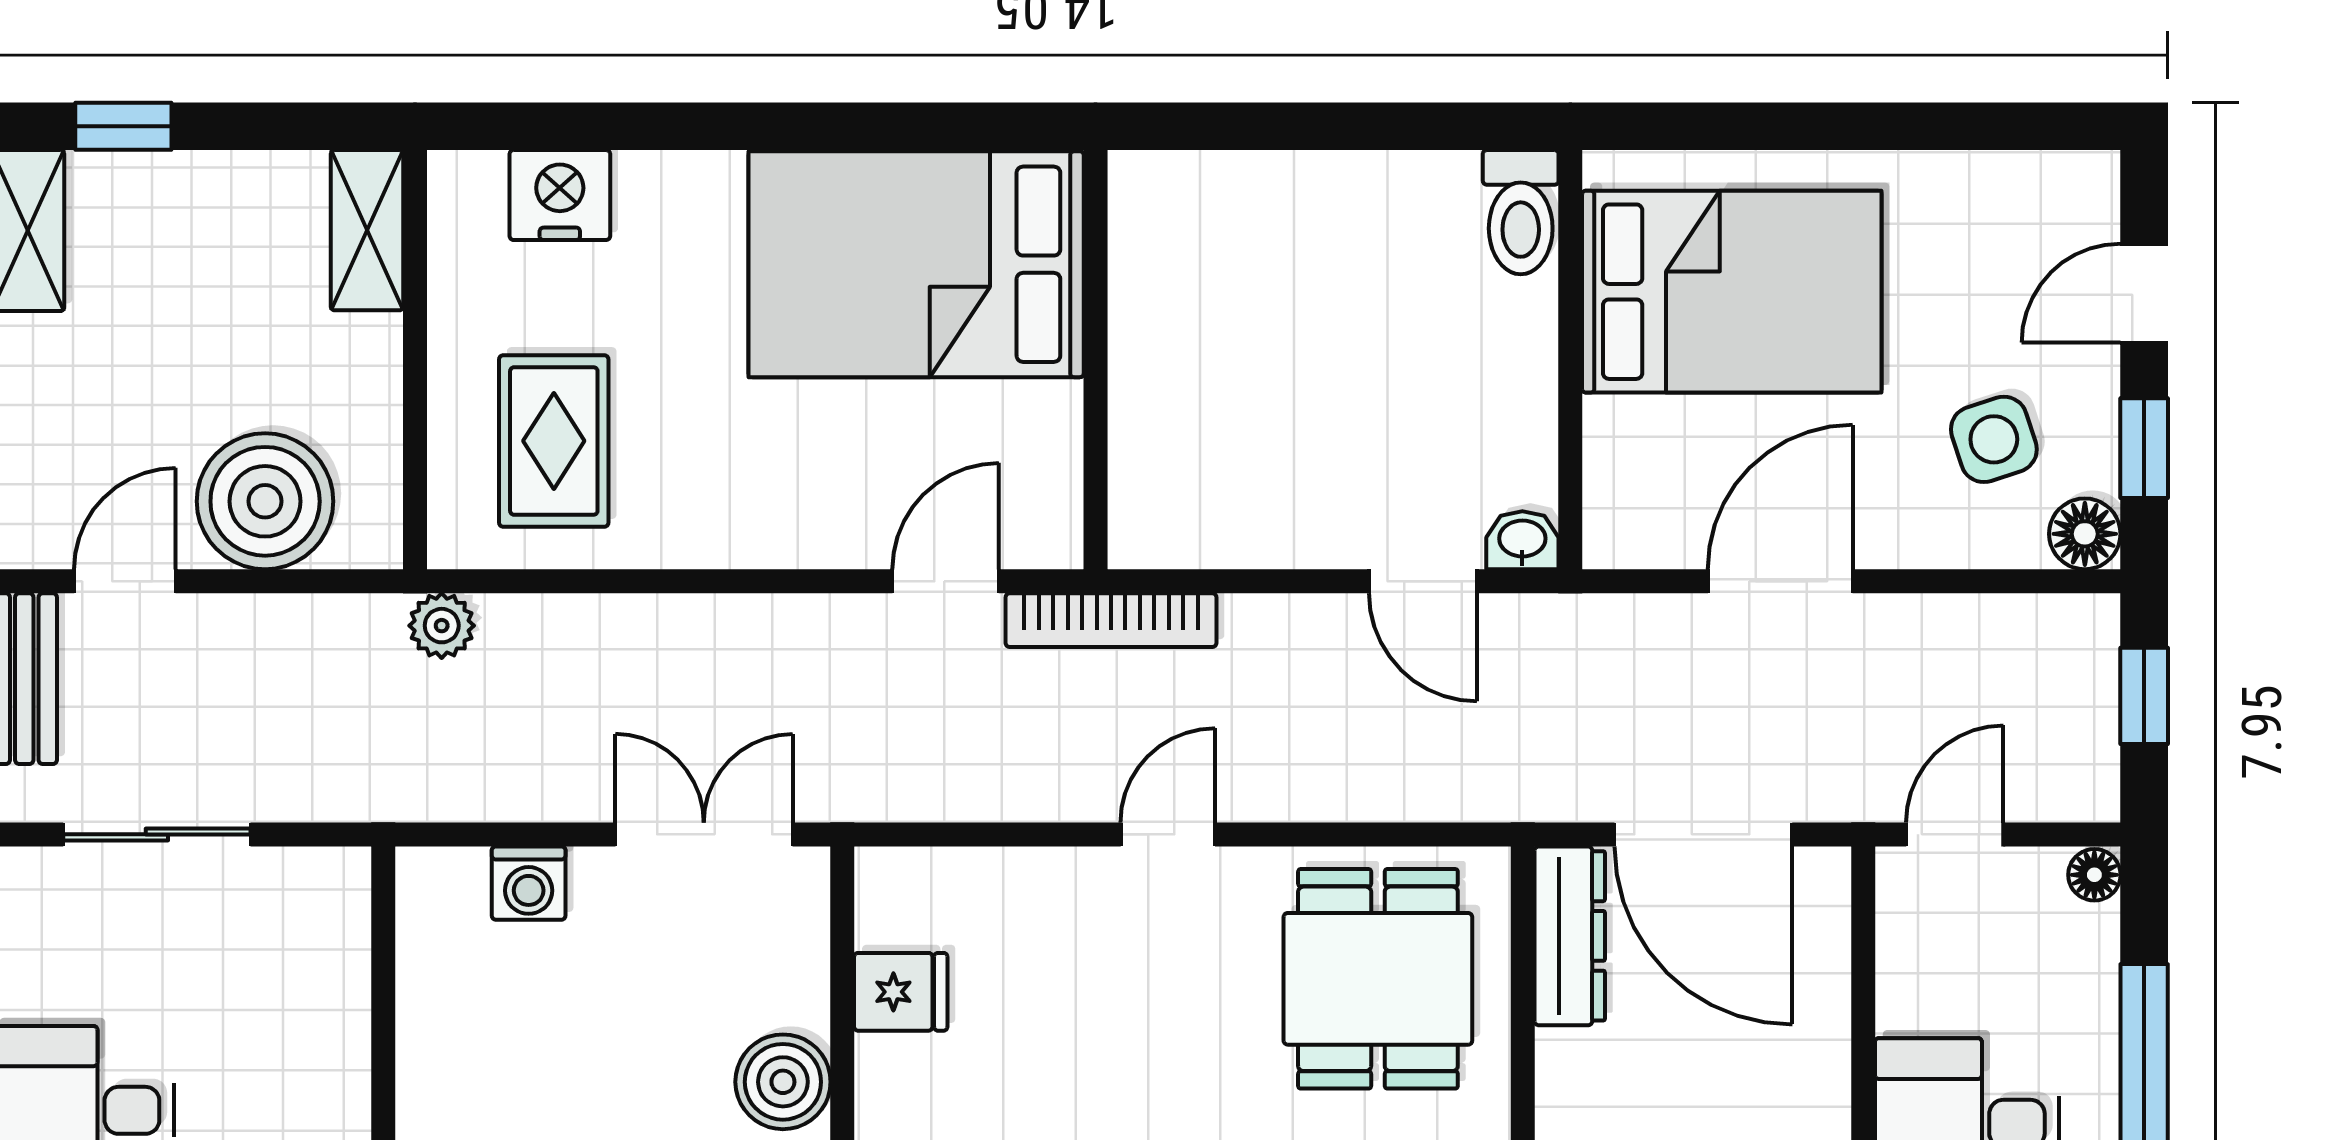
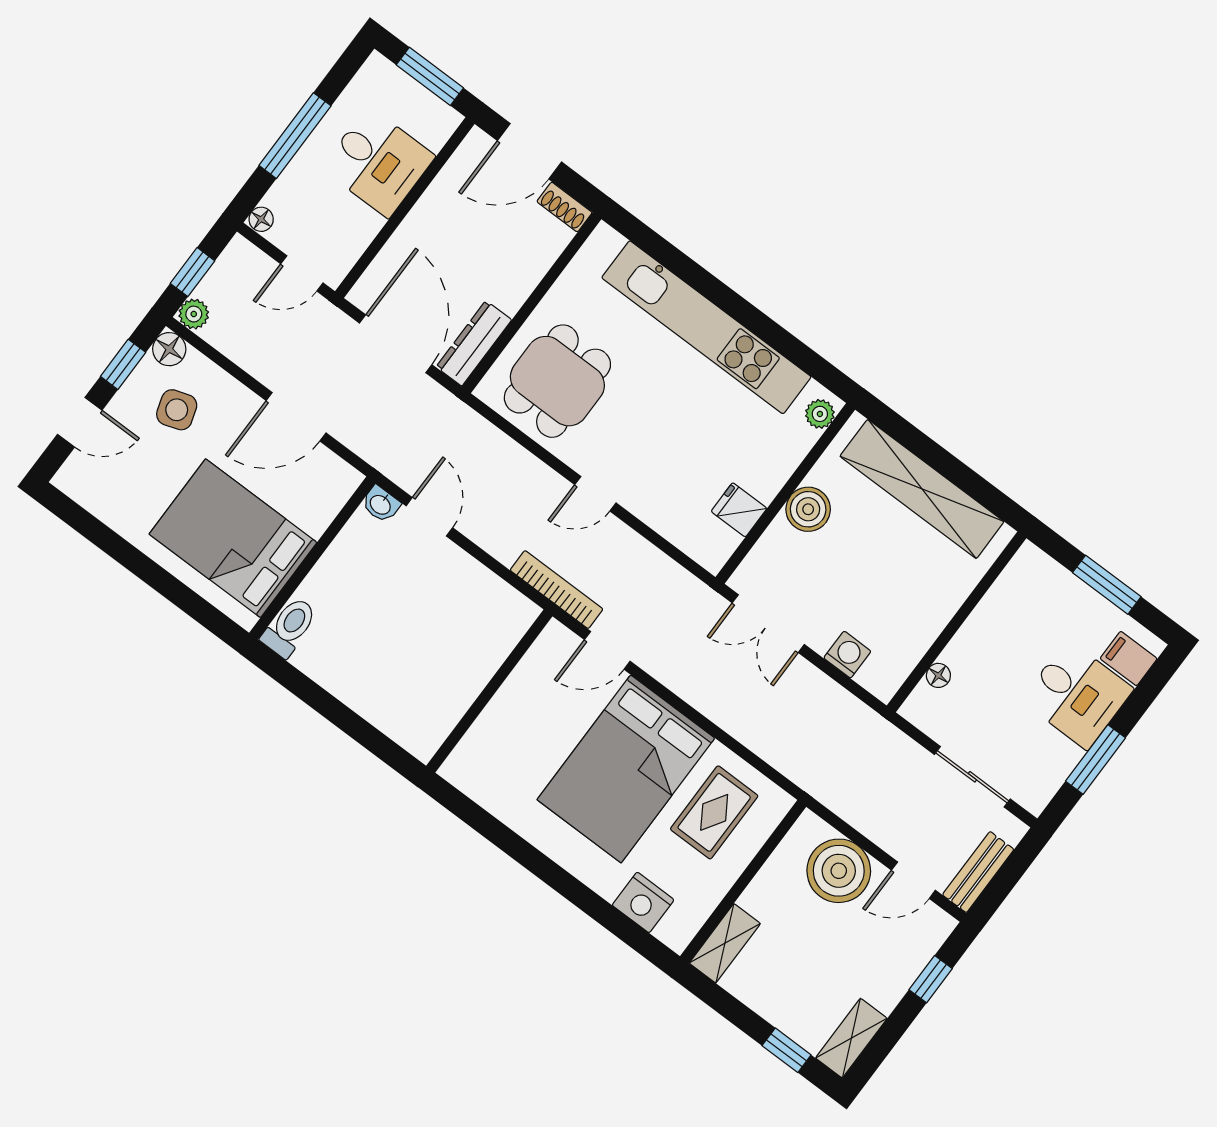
bed: (916, 264) -> (626, 769), moved, turned 90
plant: (442, 626) -> (194, 314), moved
floor lamp: (346, 965) -> (938, 675), added

